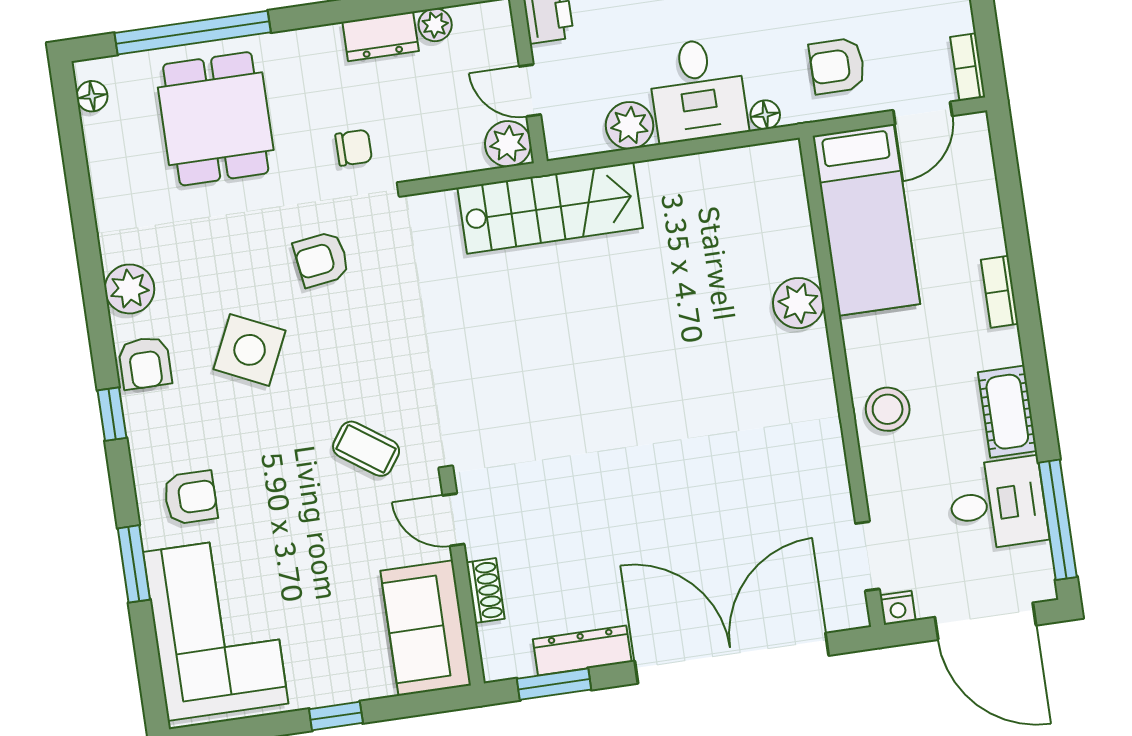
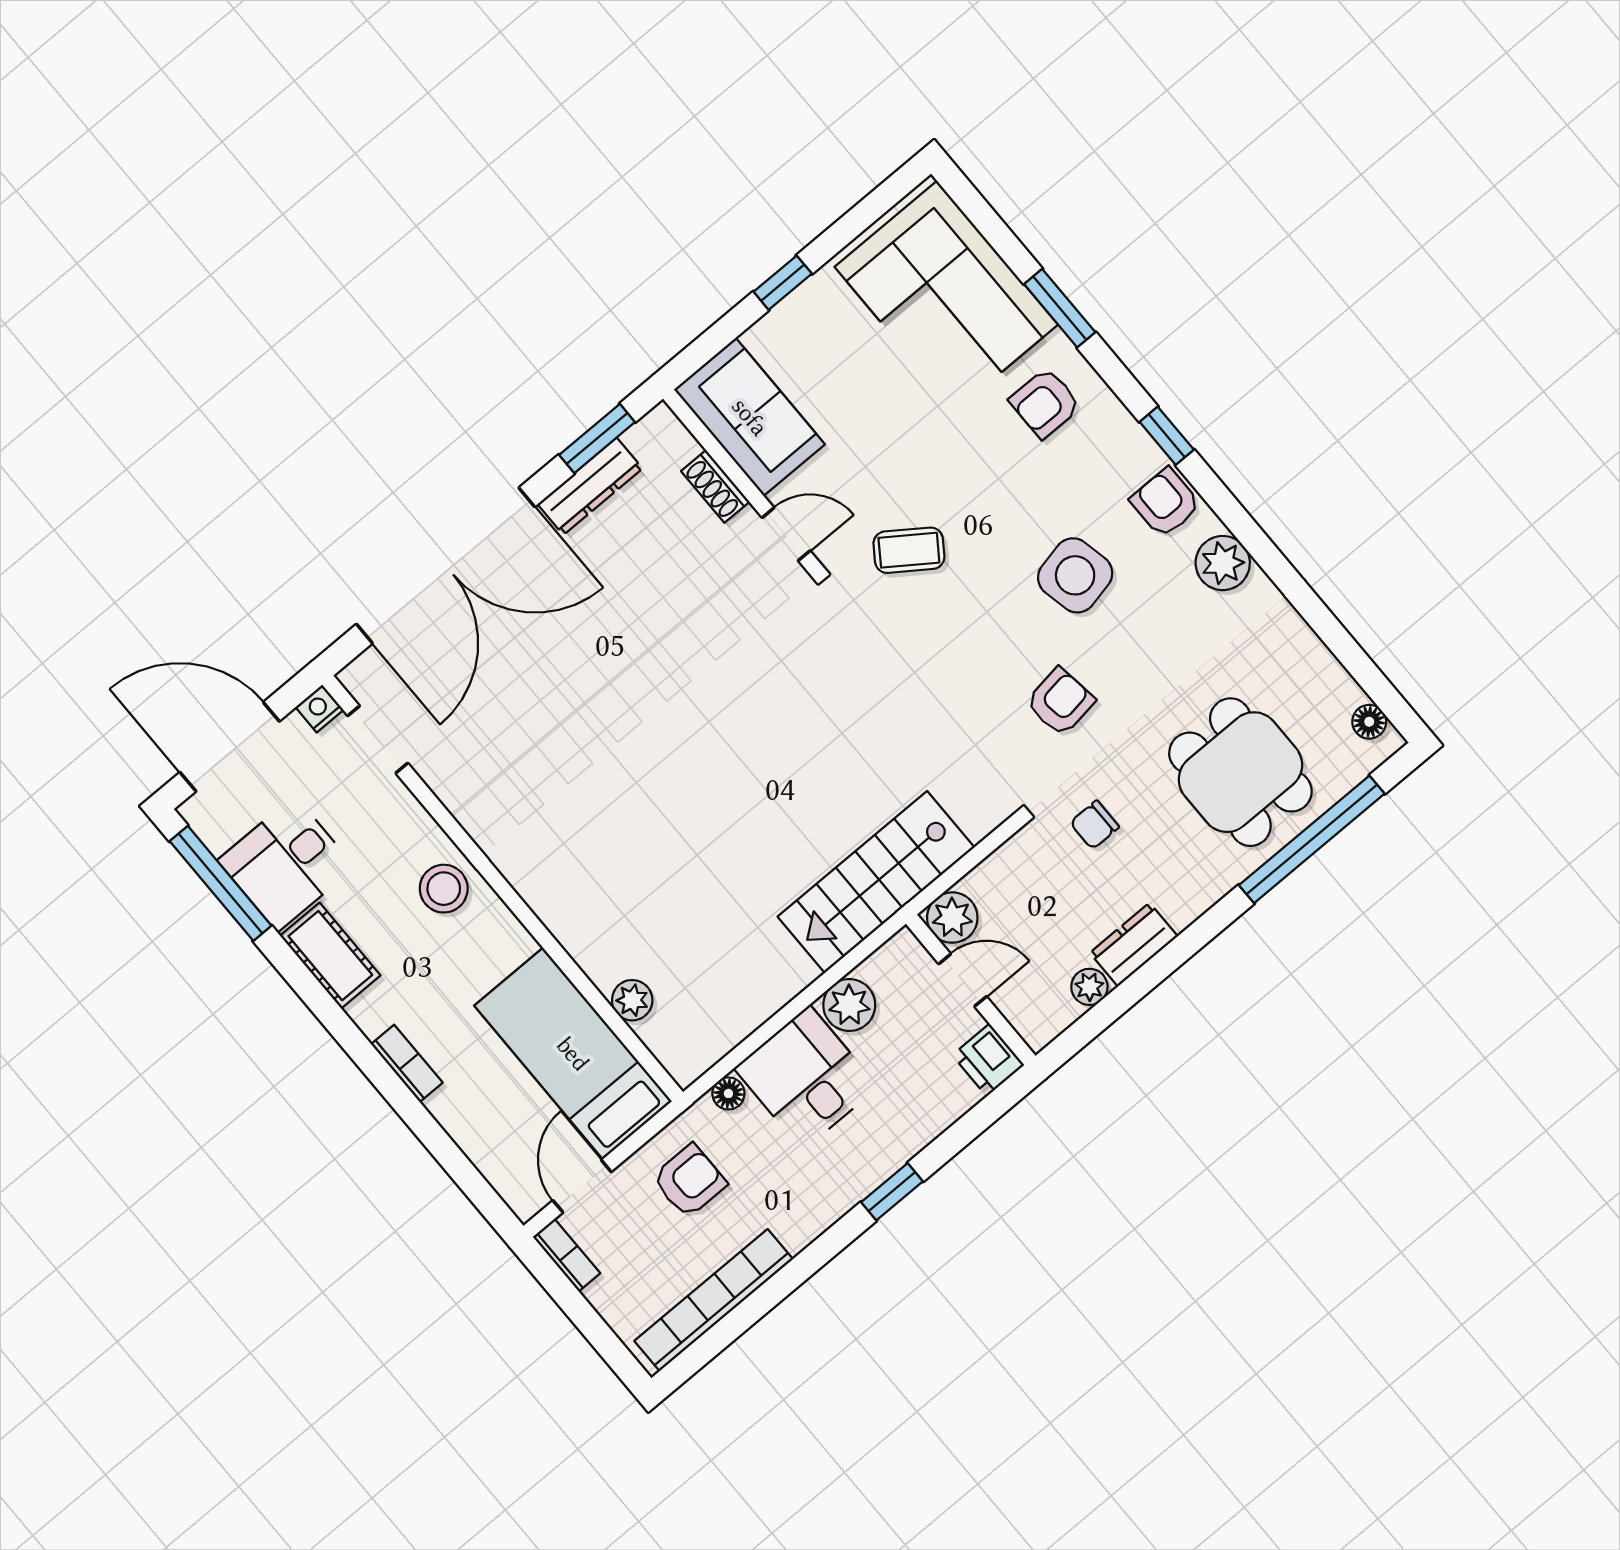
plant: (798, 303) -> (632, 1000), moved, width x0.73, depth x0.73
side table: (250, 350) -> (1075, 575), turned -37

